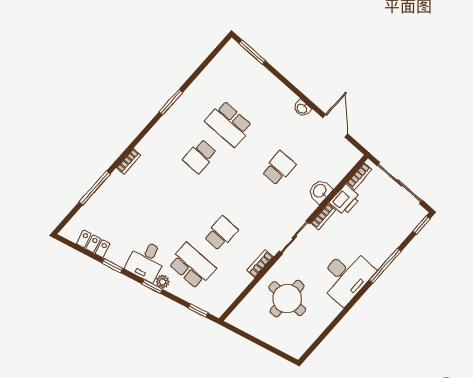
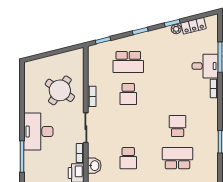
desk: (146, 261) -> (205, 66), moved, turned 104
plant: (163, 282) -> (176, 29), moved
round table: (287, 299) -> (60, 90), turned 34

